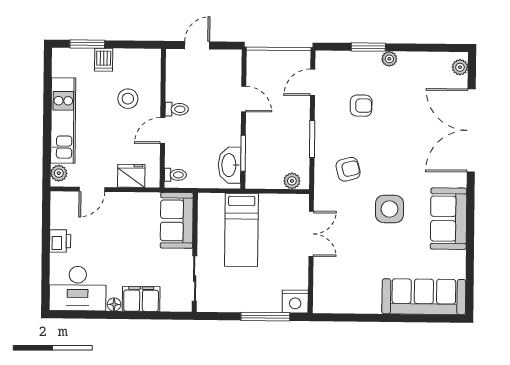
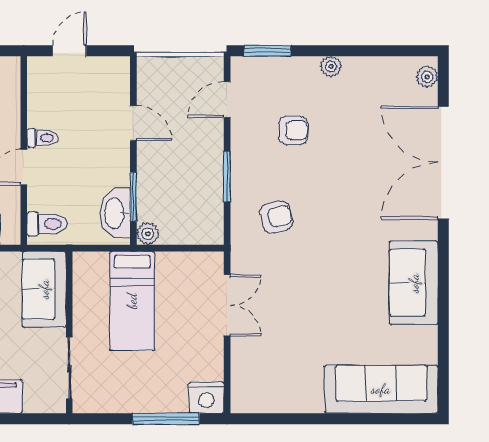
window: (368, 47) -> (268, 51), moved
toilet: (175, 175) -> (47, 224), width x1.37, depth x1.39
plant: (292, 181) -> (148, 234), moved
side table: (389, 209) -> (333, 271), removed

